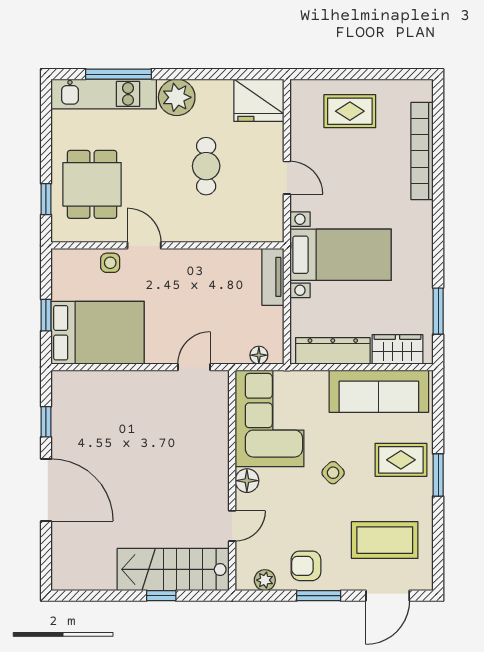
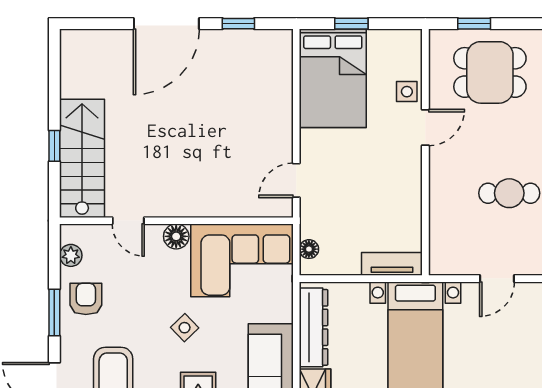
door: (194, 367) -> (296, 180), swing flipped

